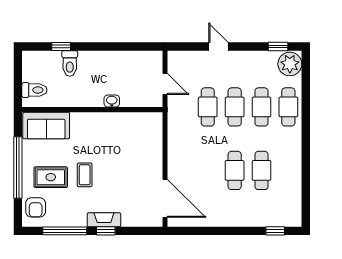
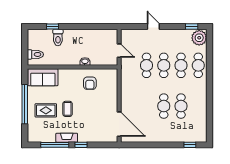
armchair: (36, 207) -> (90, 83), moved
fireplace: (104, 220) -> (67, 138), moved

